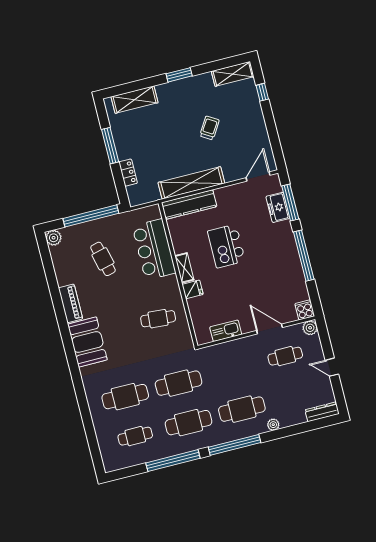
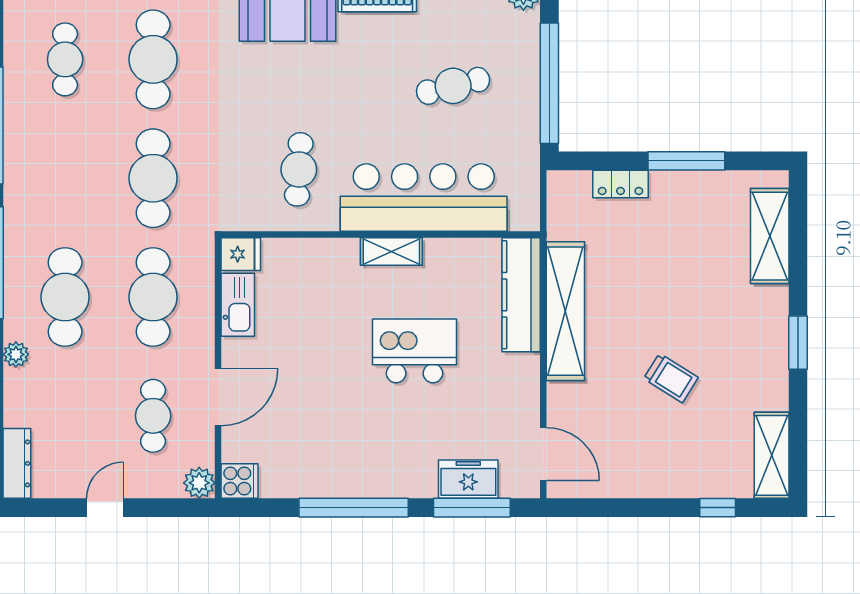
bar counter: (154, 249) -> (424, 198), width x1.36
fridge: (193, 289) -> (241, 254), moved, turned -90
cafe table: (189, 423) -> (153, 297), moved

